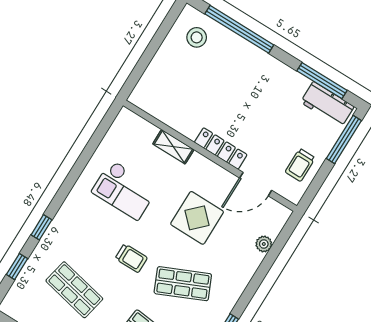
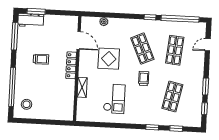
workbench: (327, 104) -> (31, 20), moved, turned 90
window: (344, 140) -> (36, 11), width x0.69
trolley: (300, 165) -> (41, 59), moved

